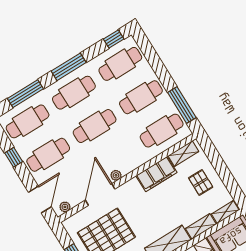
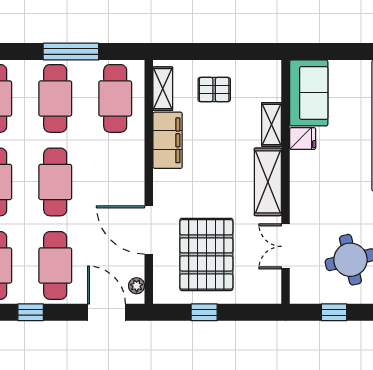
window: (182, 105) -> (71, 52), moved
plant: (116, 175) -> (137, 194), removed
shelving: (225, 212) -> (272, 81), removed

